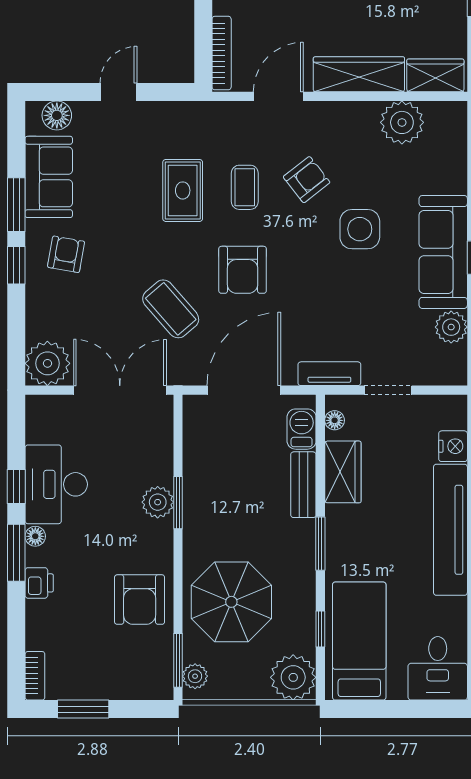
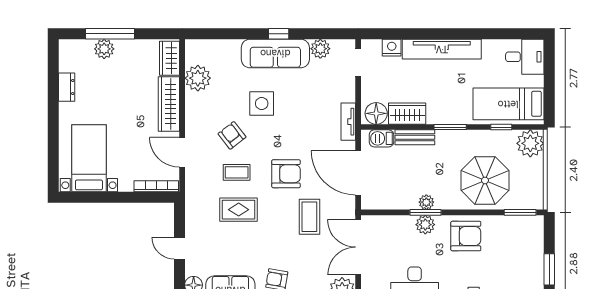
coffee table: (171, 309) -> (309, 217), turned -49
doorway: (388, 390) -> (358, 62), moved
floor lamp: (335, 420) -> (376, 113), width x1.89, depth x1.89
armchair: (140, 600) -> (466, 236), moved
plant: (195, 676) -> (426, 202), moved

